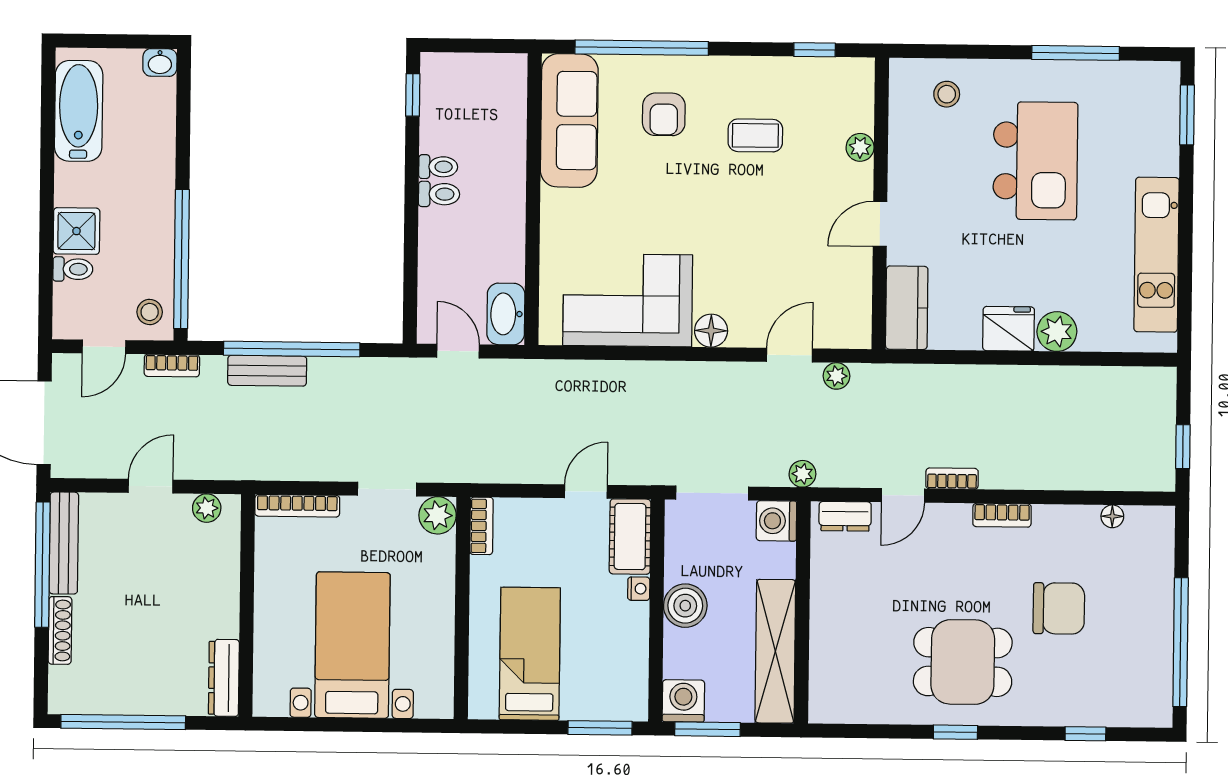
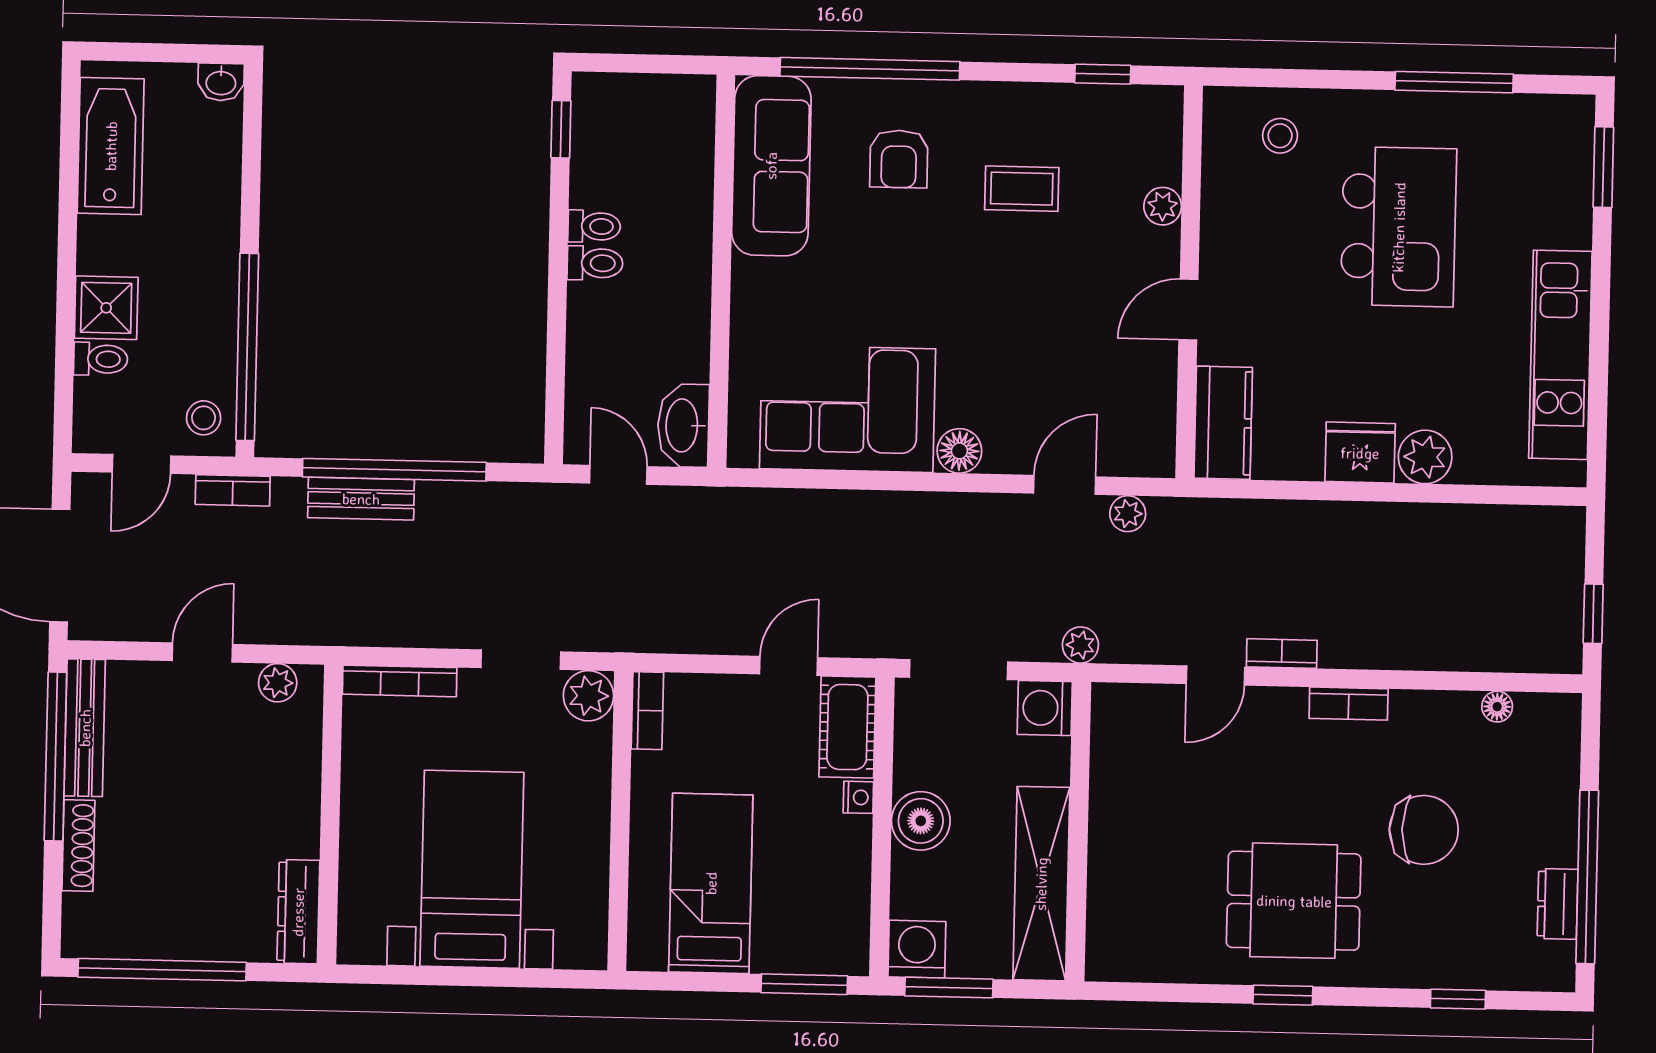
dresser: (845, 516) -> (1558, 904), moved, turned 90

